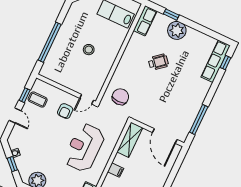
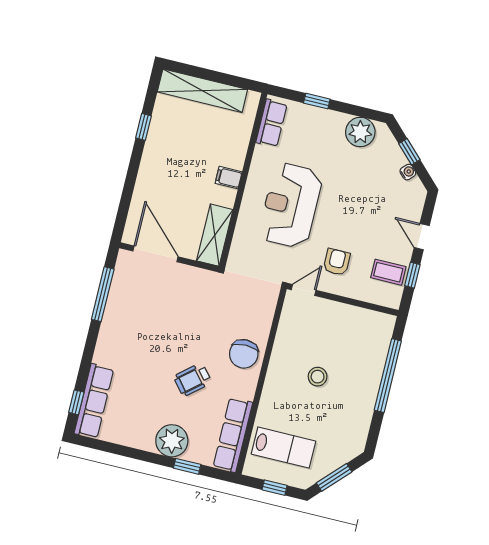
row of seats: (145, 21) -> (233, 435), width x1.48
chair: (120, 97) -> (244, 354), moved
reception desk: (84, 148) -> (291, 205), turned 180

